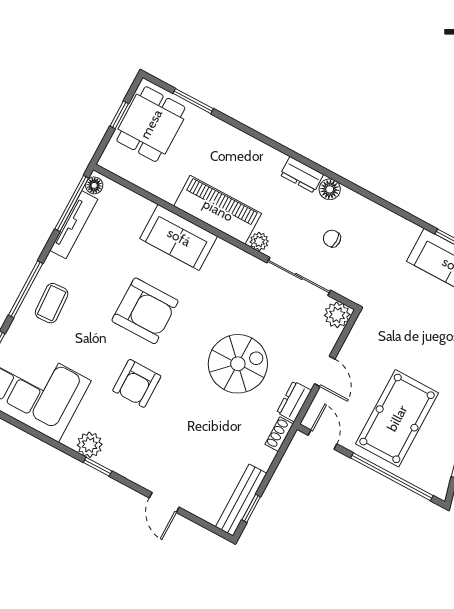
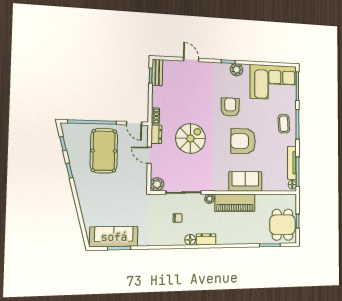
spiral stairs: (238, 364) -> (190, 138), turned 180
bench: (241, 500) -> (157, 72), width x0.73

